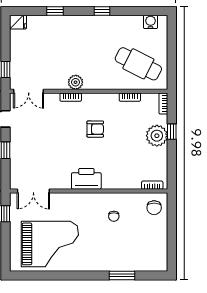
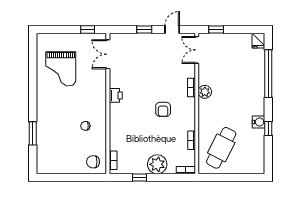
window: (55, 11) -> (268, 74), width x3.17
window: (102, 11) -> (268, 129), moved
water cooler: (151, 22) -> (259, 122), moved
window: (172, 132) -> (140, 178), moved
printer: (86, 179) -> (116, 95), width x0.53, depth x0.68
grand piano: (50, 244) -> (61, 69), width x0.73, depth x0.68

